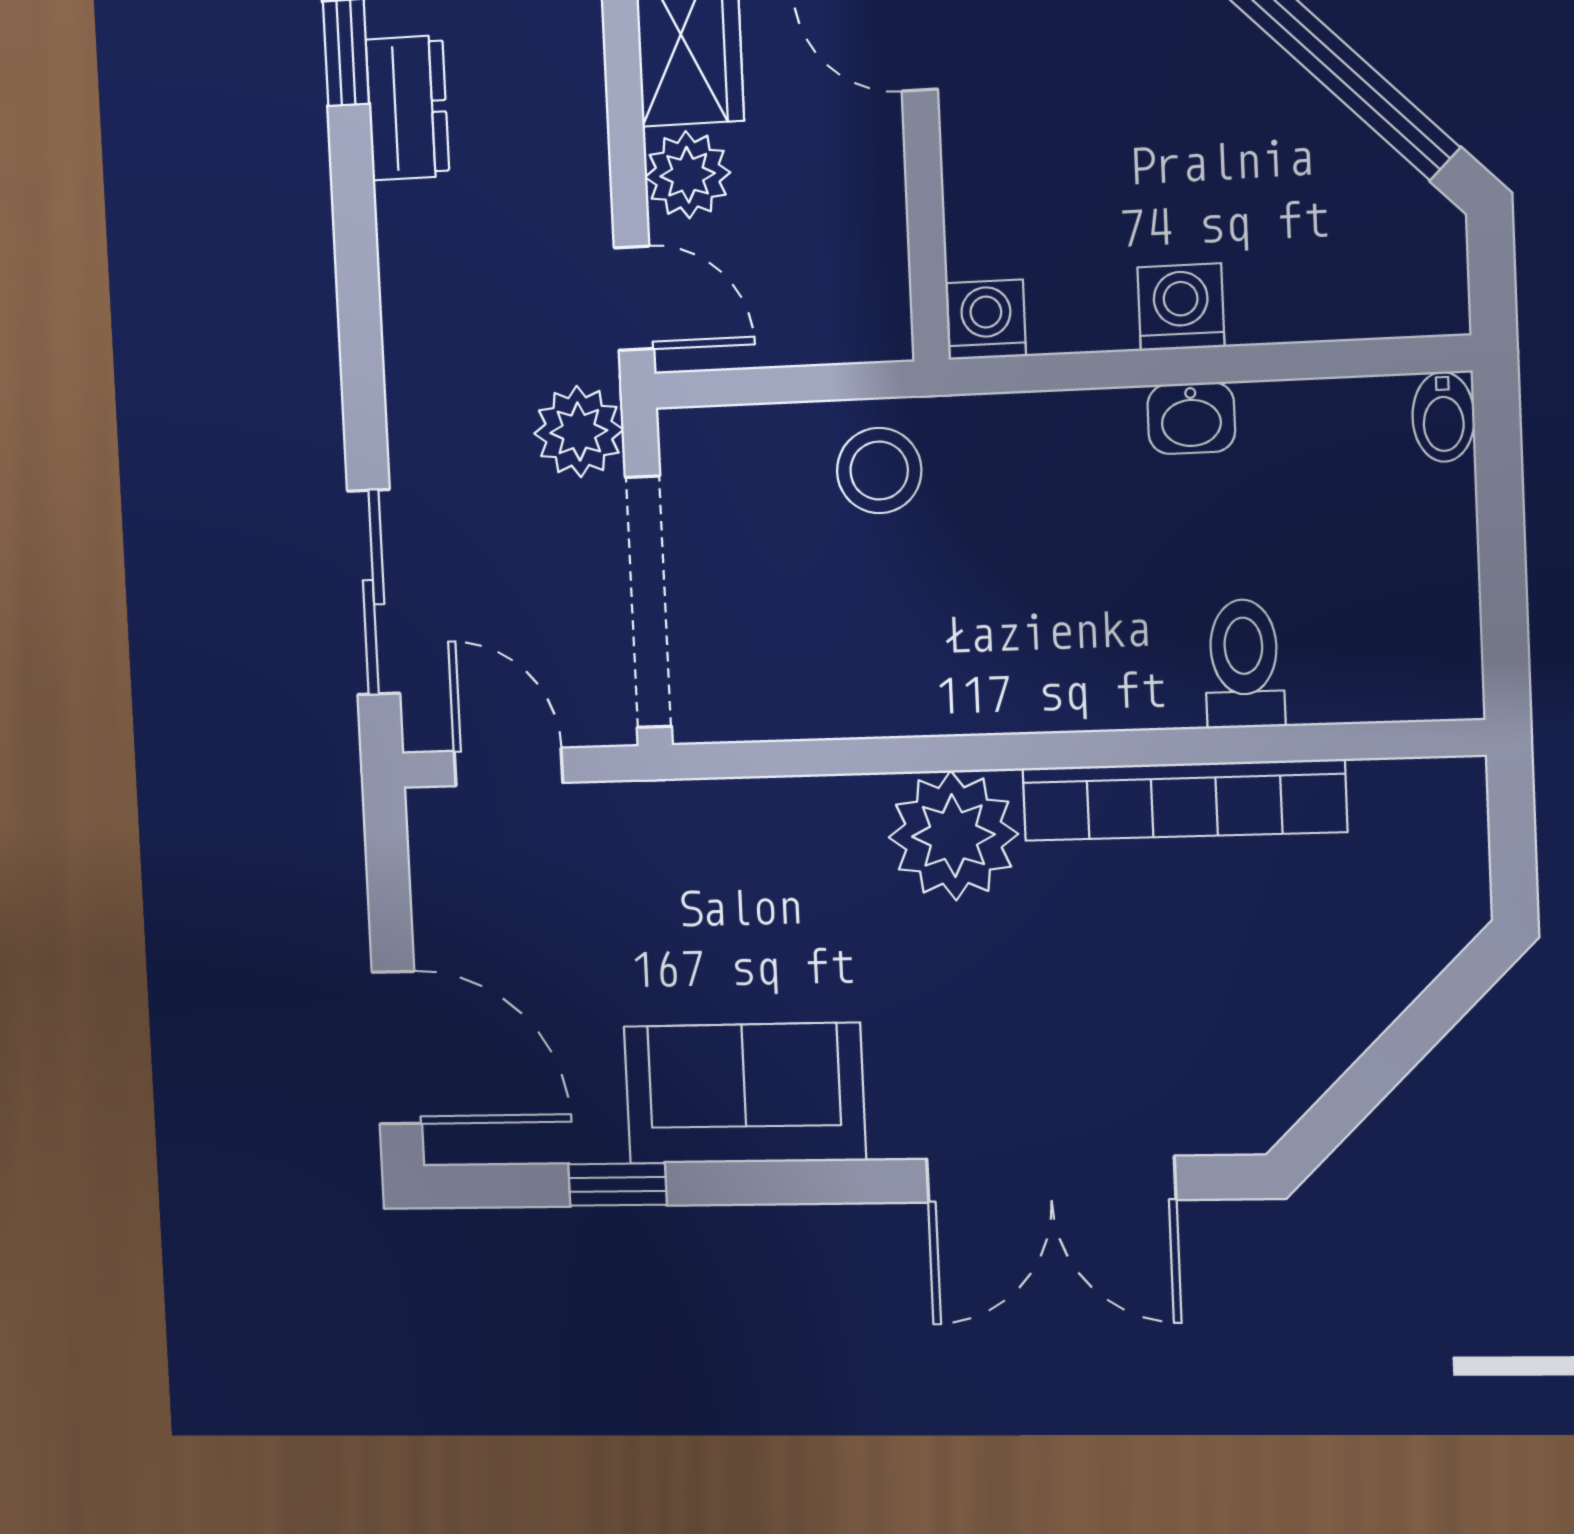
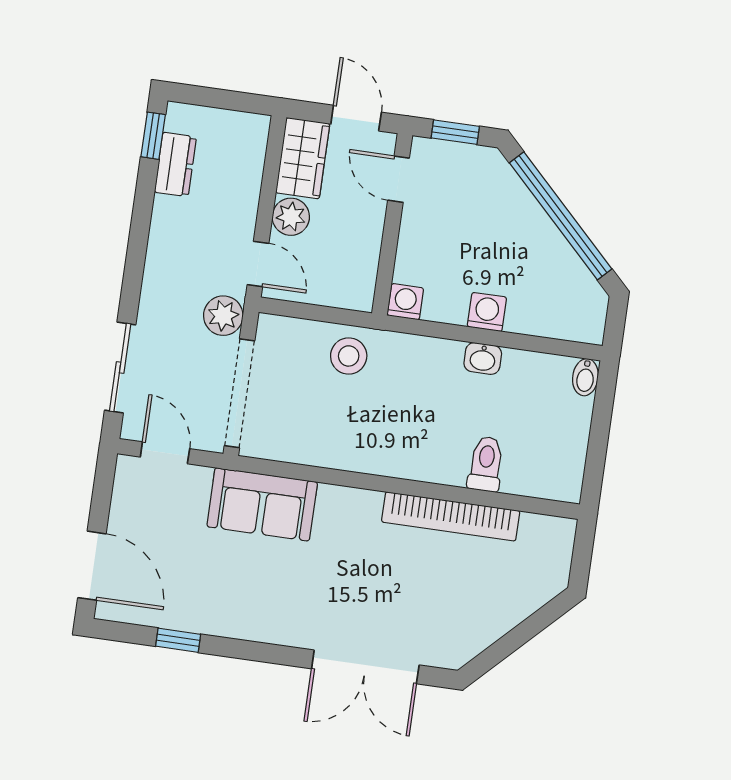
plant: (953, 836) -> (351, 515), removed
sofa: (745, 1093) -> (262, 504), moved, turned 180

